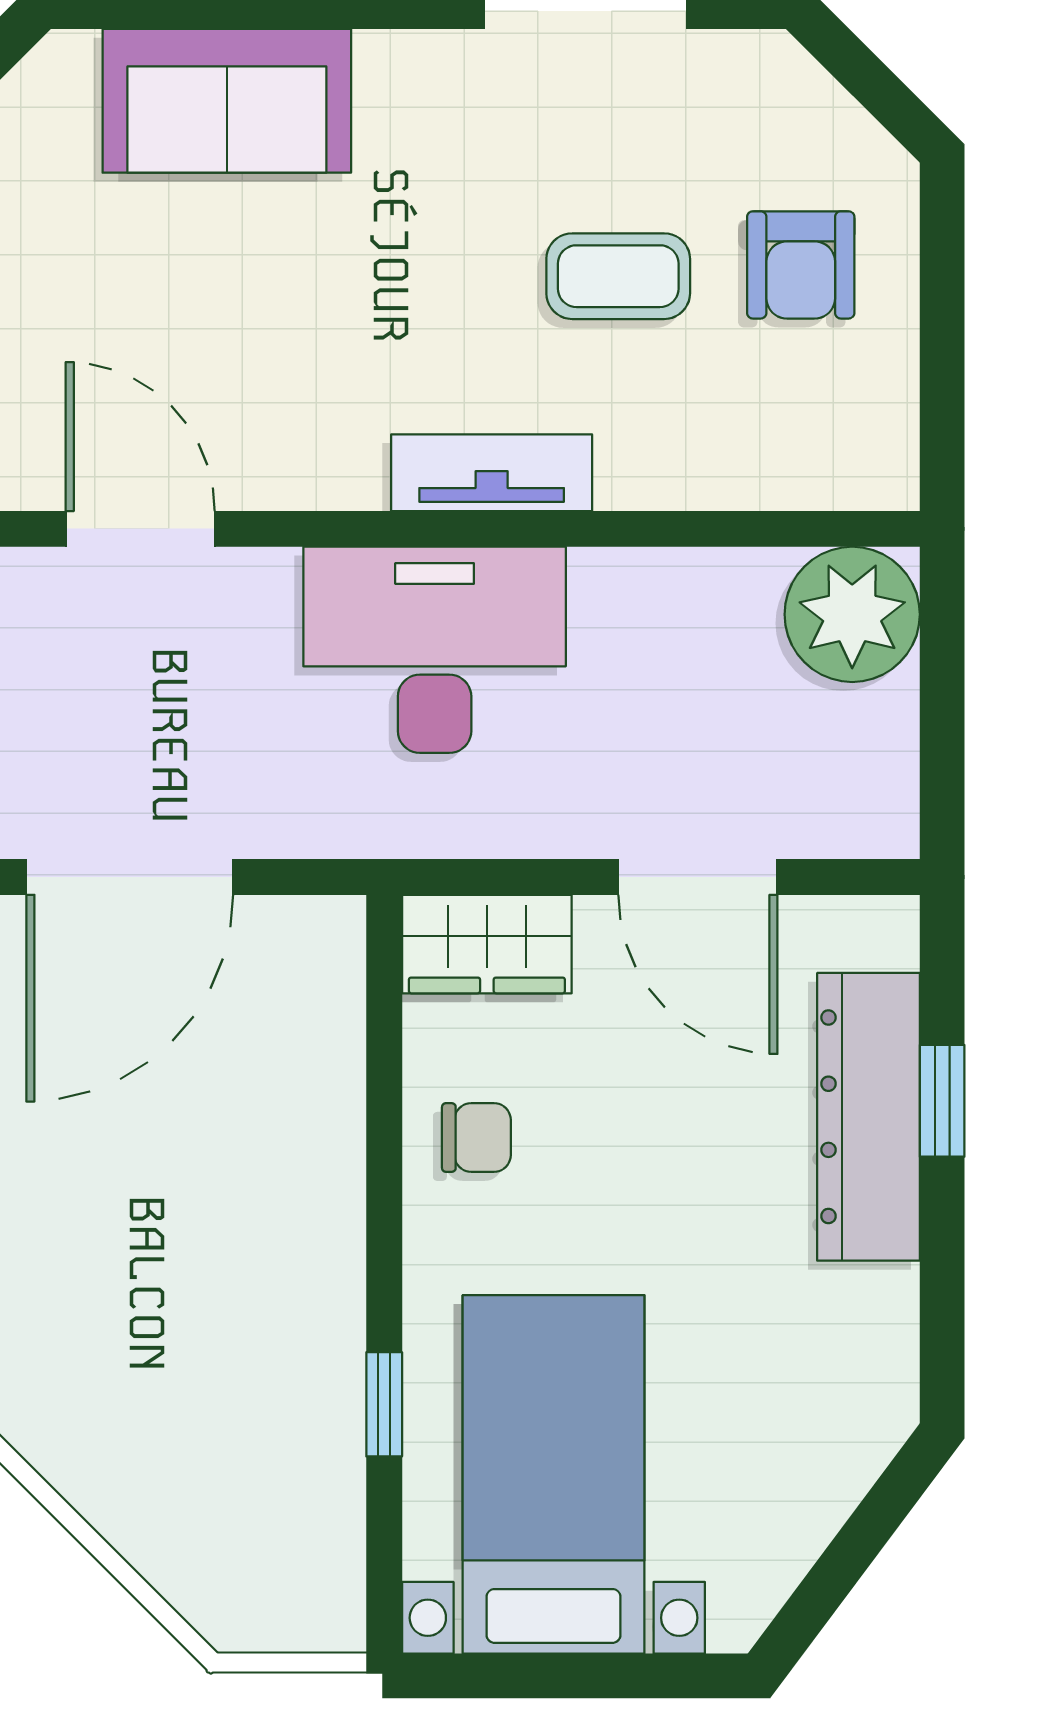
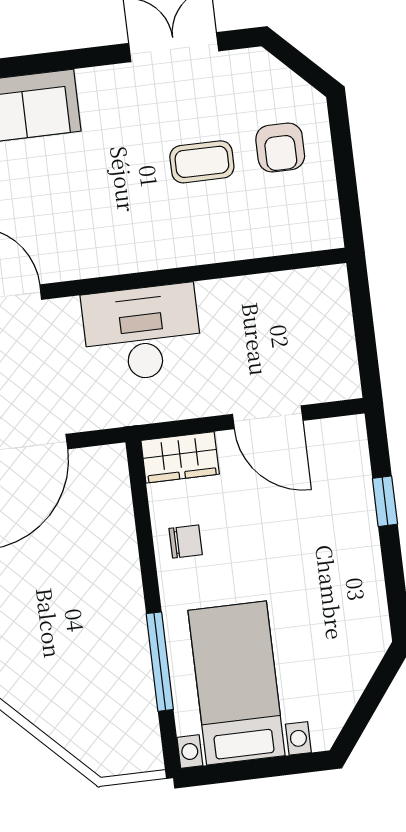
tv unit: (492, 473) -> (157, 253), removed
plant: (852, 614) -> (321, 296), removed
dresser: (868, 1117) -> (354, 512), removed
window: (384, 1404) -> (160, 662), width x2.17

